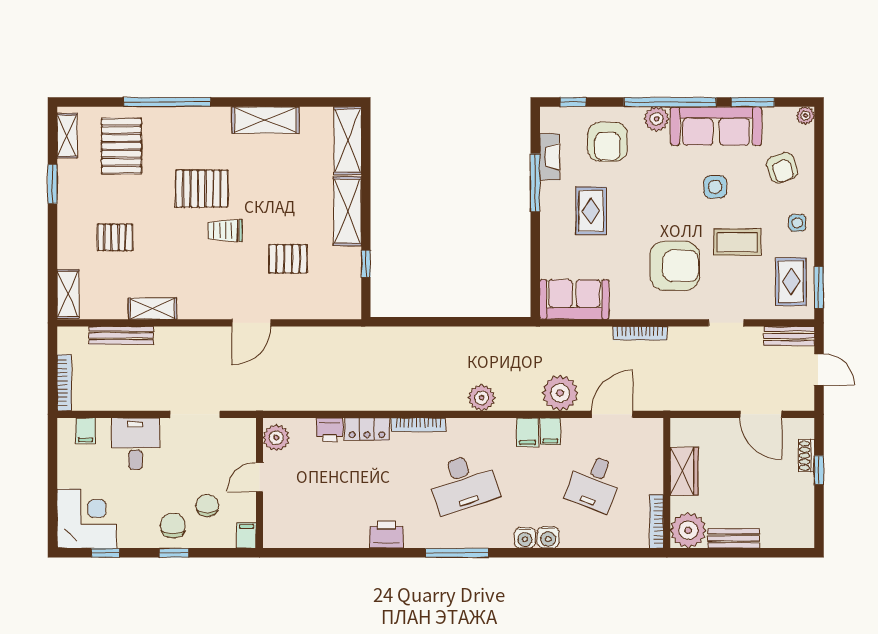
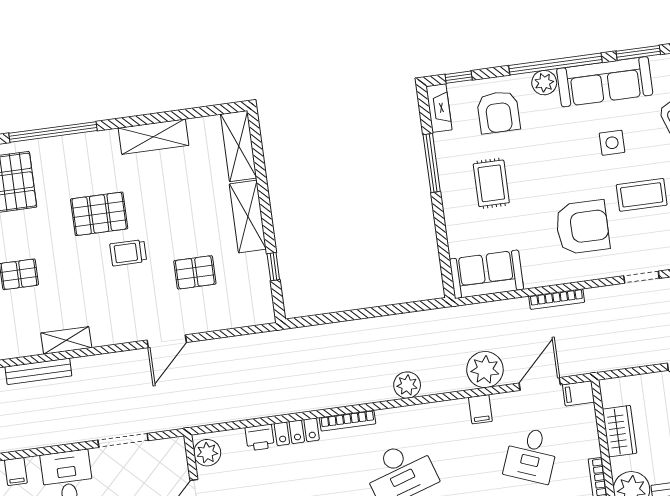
fireplace: (550, 157) -> (439, 108), moved
filing cabinet: (528, 432) -> (578, 393), moved, turned 90

